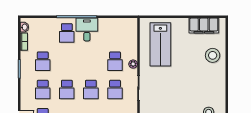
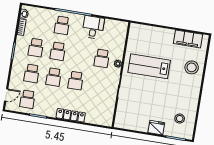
desk: (87, 29) -> (93, 27), moved
lab bench: (160, 44) -> (149, 66), moved, turned 90
school desk: (115, 89) -> (58, 51), moved

